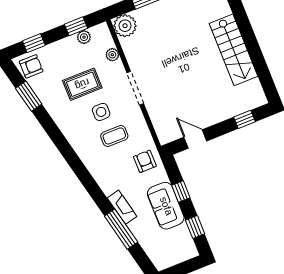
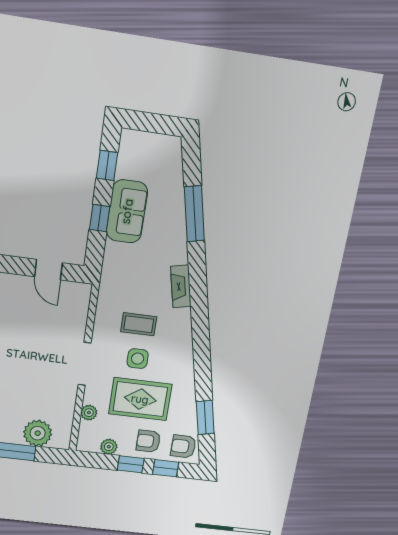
window: (76, 26) -> (131, 464), moved
plant: (125, 26) -> (38, 433), moved
rug: (82, 84) -> (140, 399), width x1.36, depth x1.43
armchair: (145, 161) -> (148, 441), moved, turned 90
fireplace: (122, 207) -> (181, 286), moved

